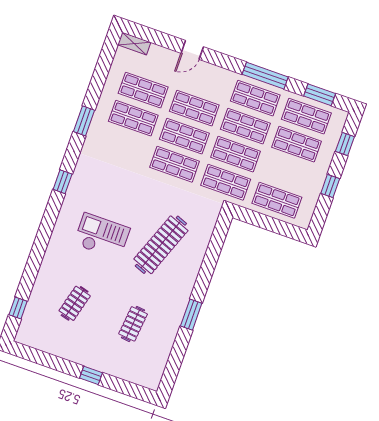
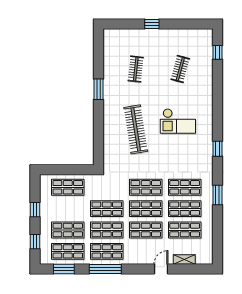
shelving: (134, 44) -> (184, 259), moved
shop shelf: (226, 182) -> (185, 187), moved
clothes rail: (161, 245) -> (136, 129), turned -30

